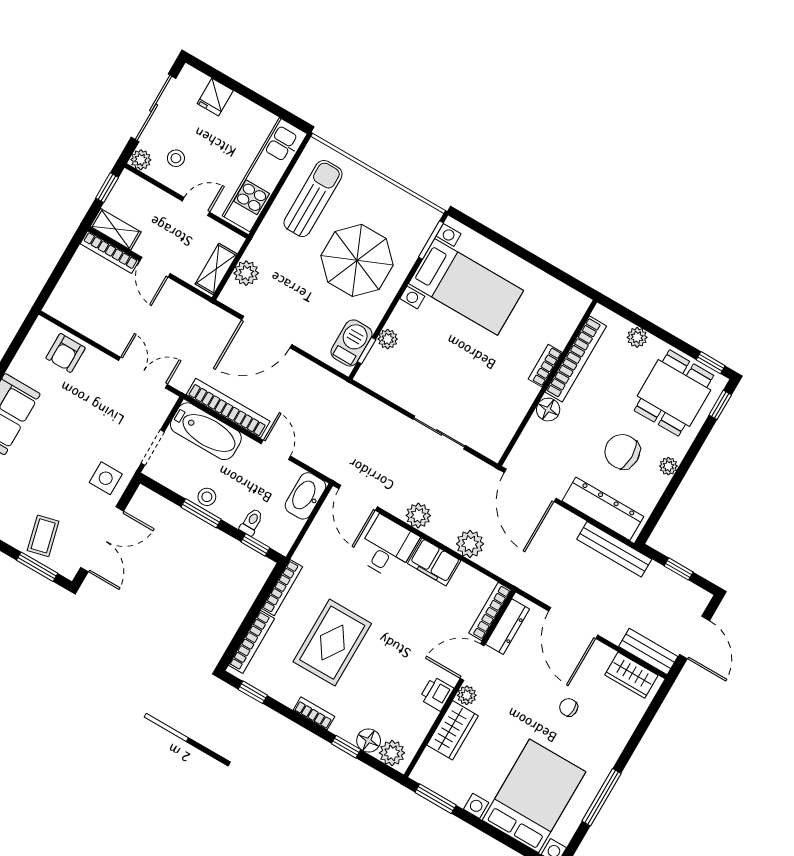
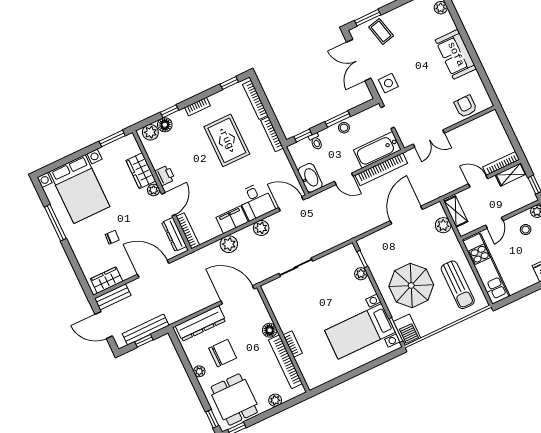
barbecue: (352, 343) -> (407, 330), moved
bench: (614, 549) -> (146, 330), moved

